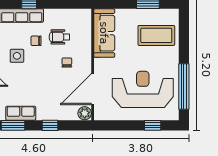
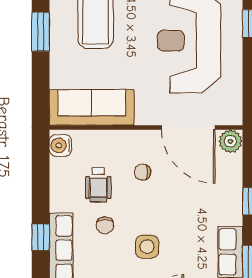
water cooler: (82, 15) -> (60, 145), added
side table: (17, 56) -> (147, 247), moved

